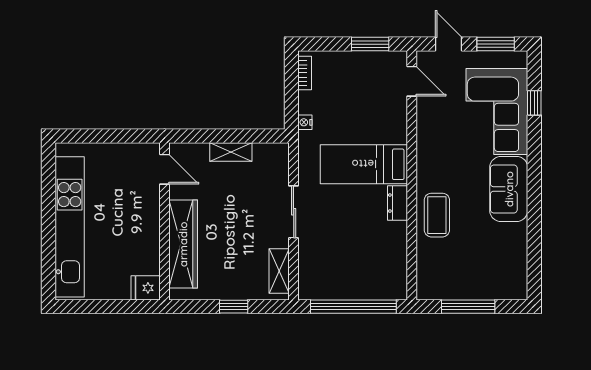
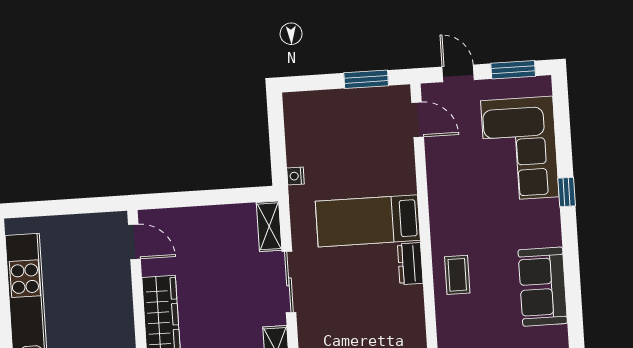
bookcase: (305, 73) -> (291, 118), removed
window: (534, 103) -> (567, 192), moved
shelving: (231, 152) -> (269, 226), moved, turned 90
sofa: (509, 189) -> (543, 287), moved
coffee table: (437, 215) -> (457, 275), width x0.73, depth x0.77

